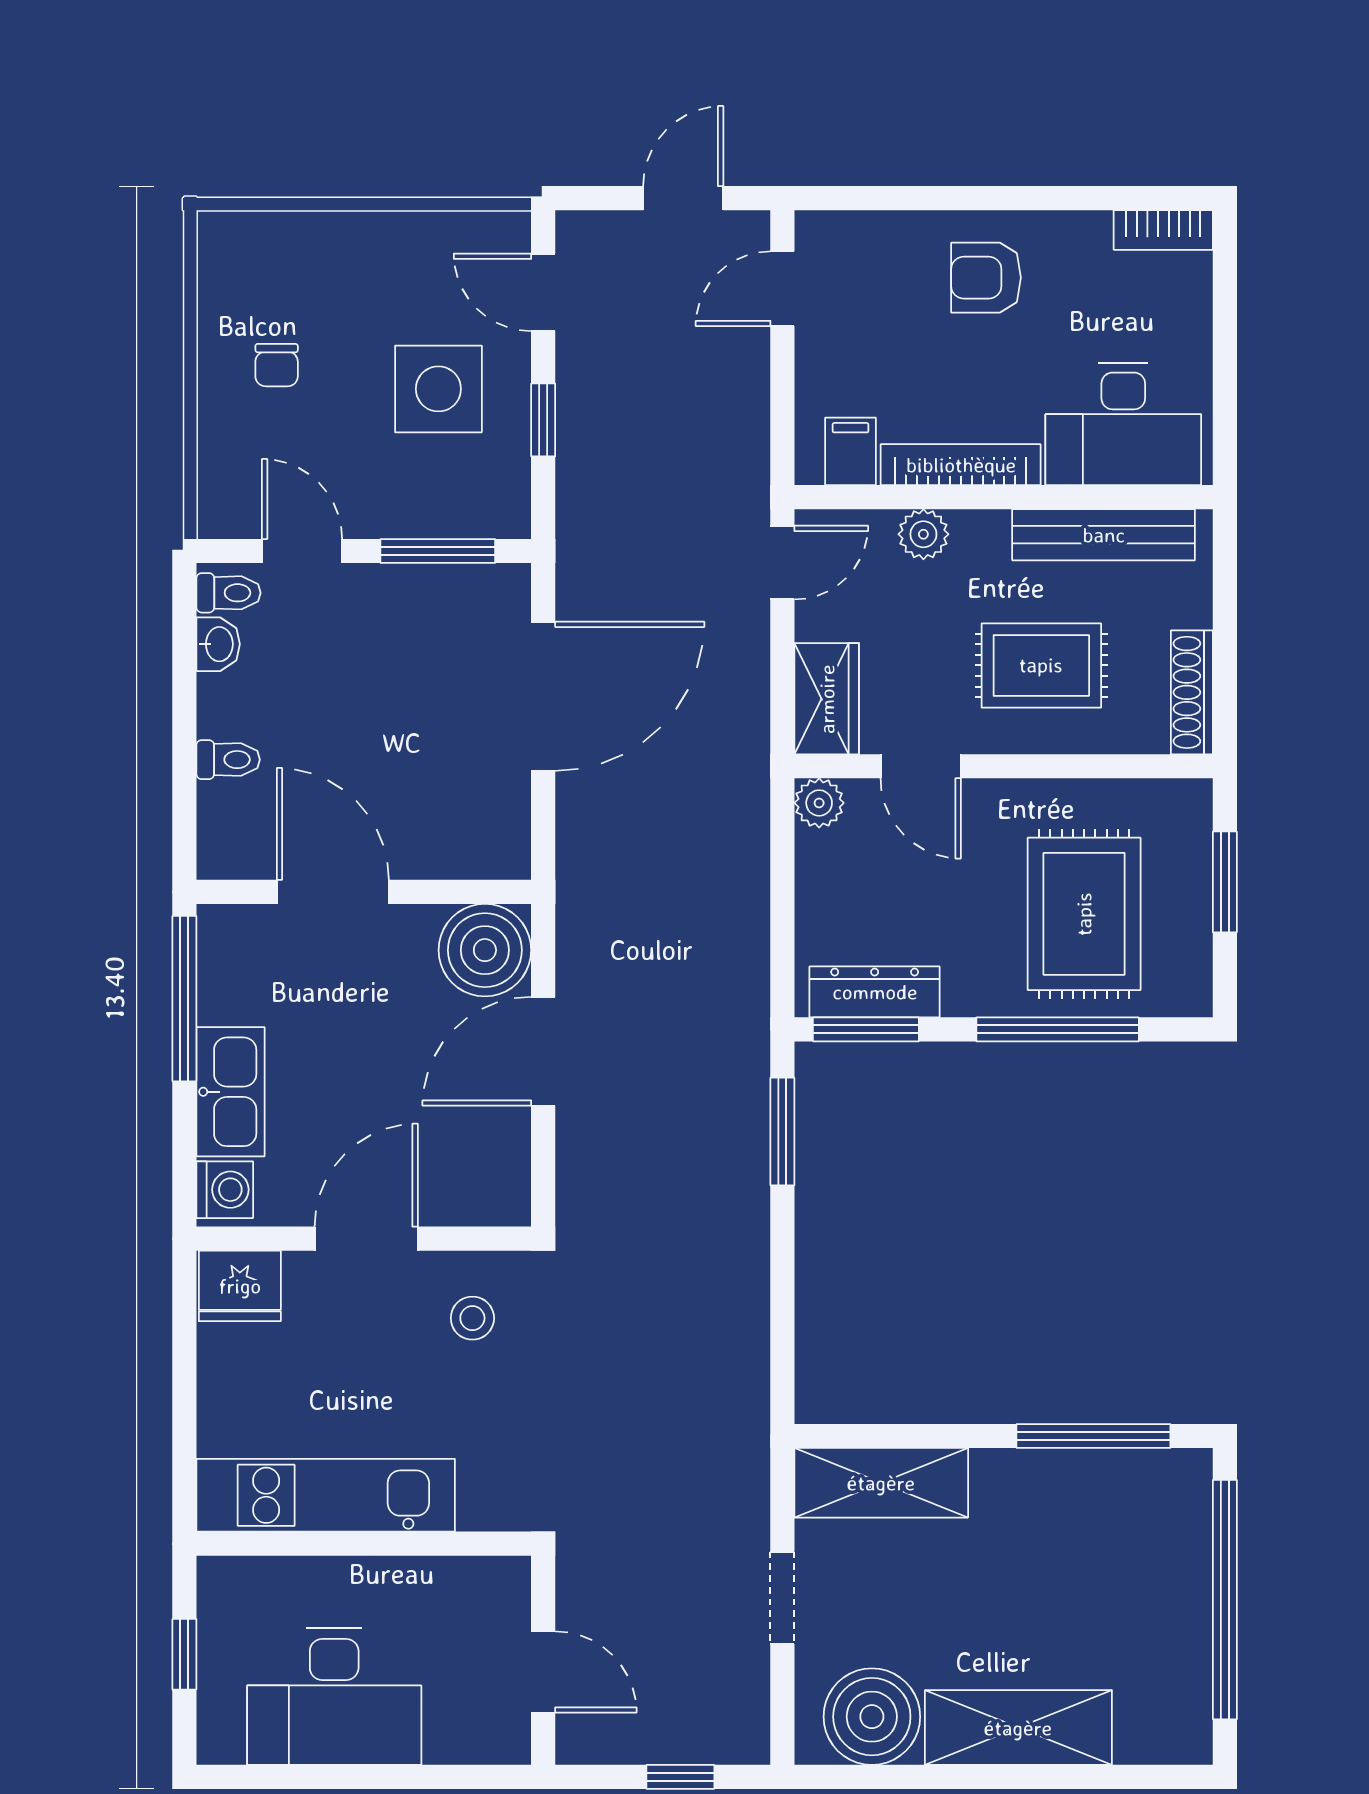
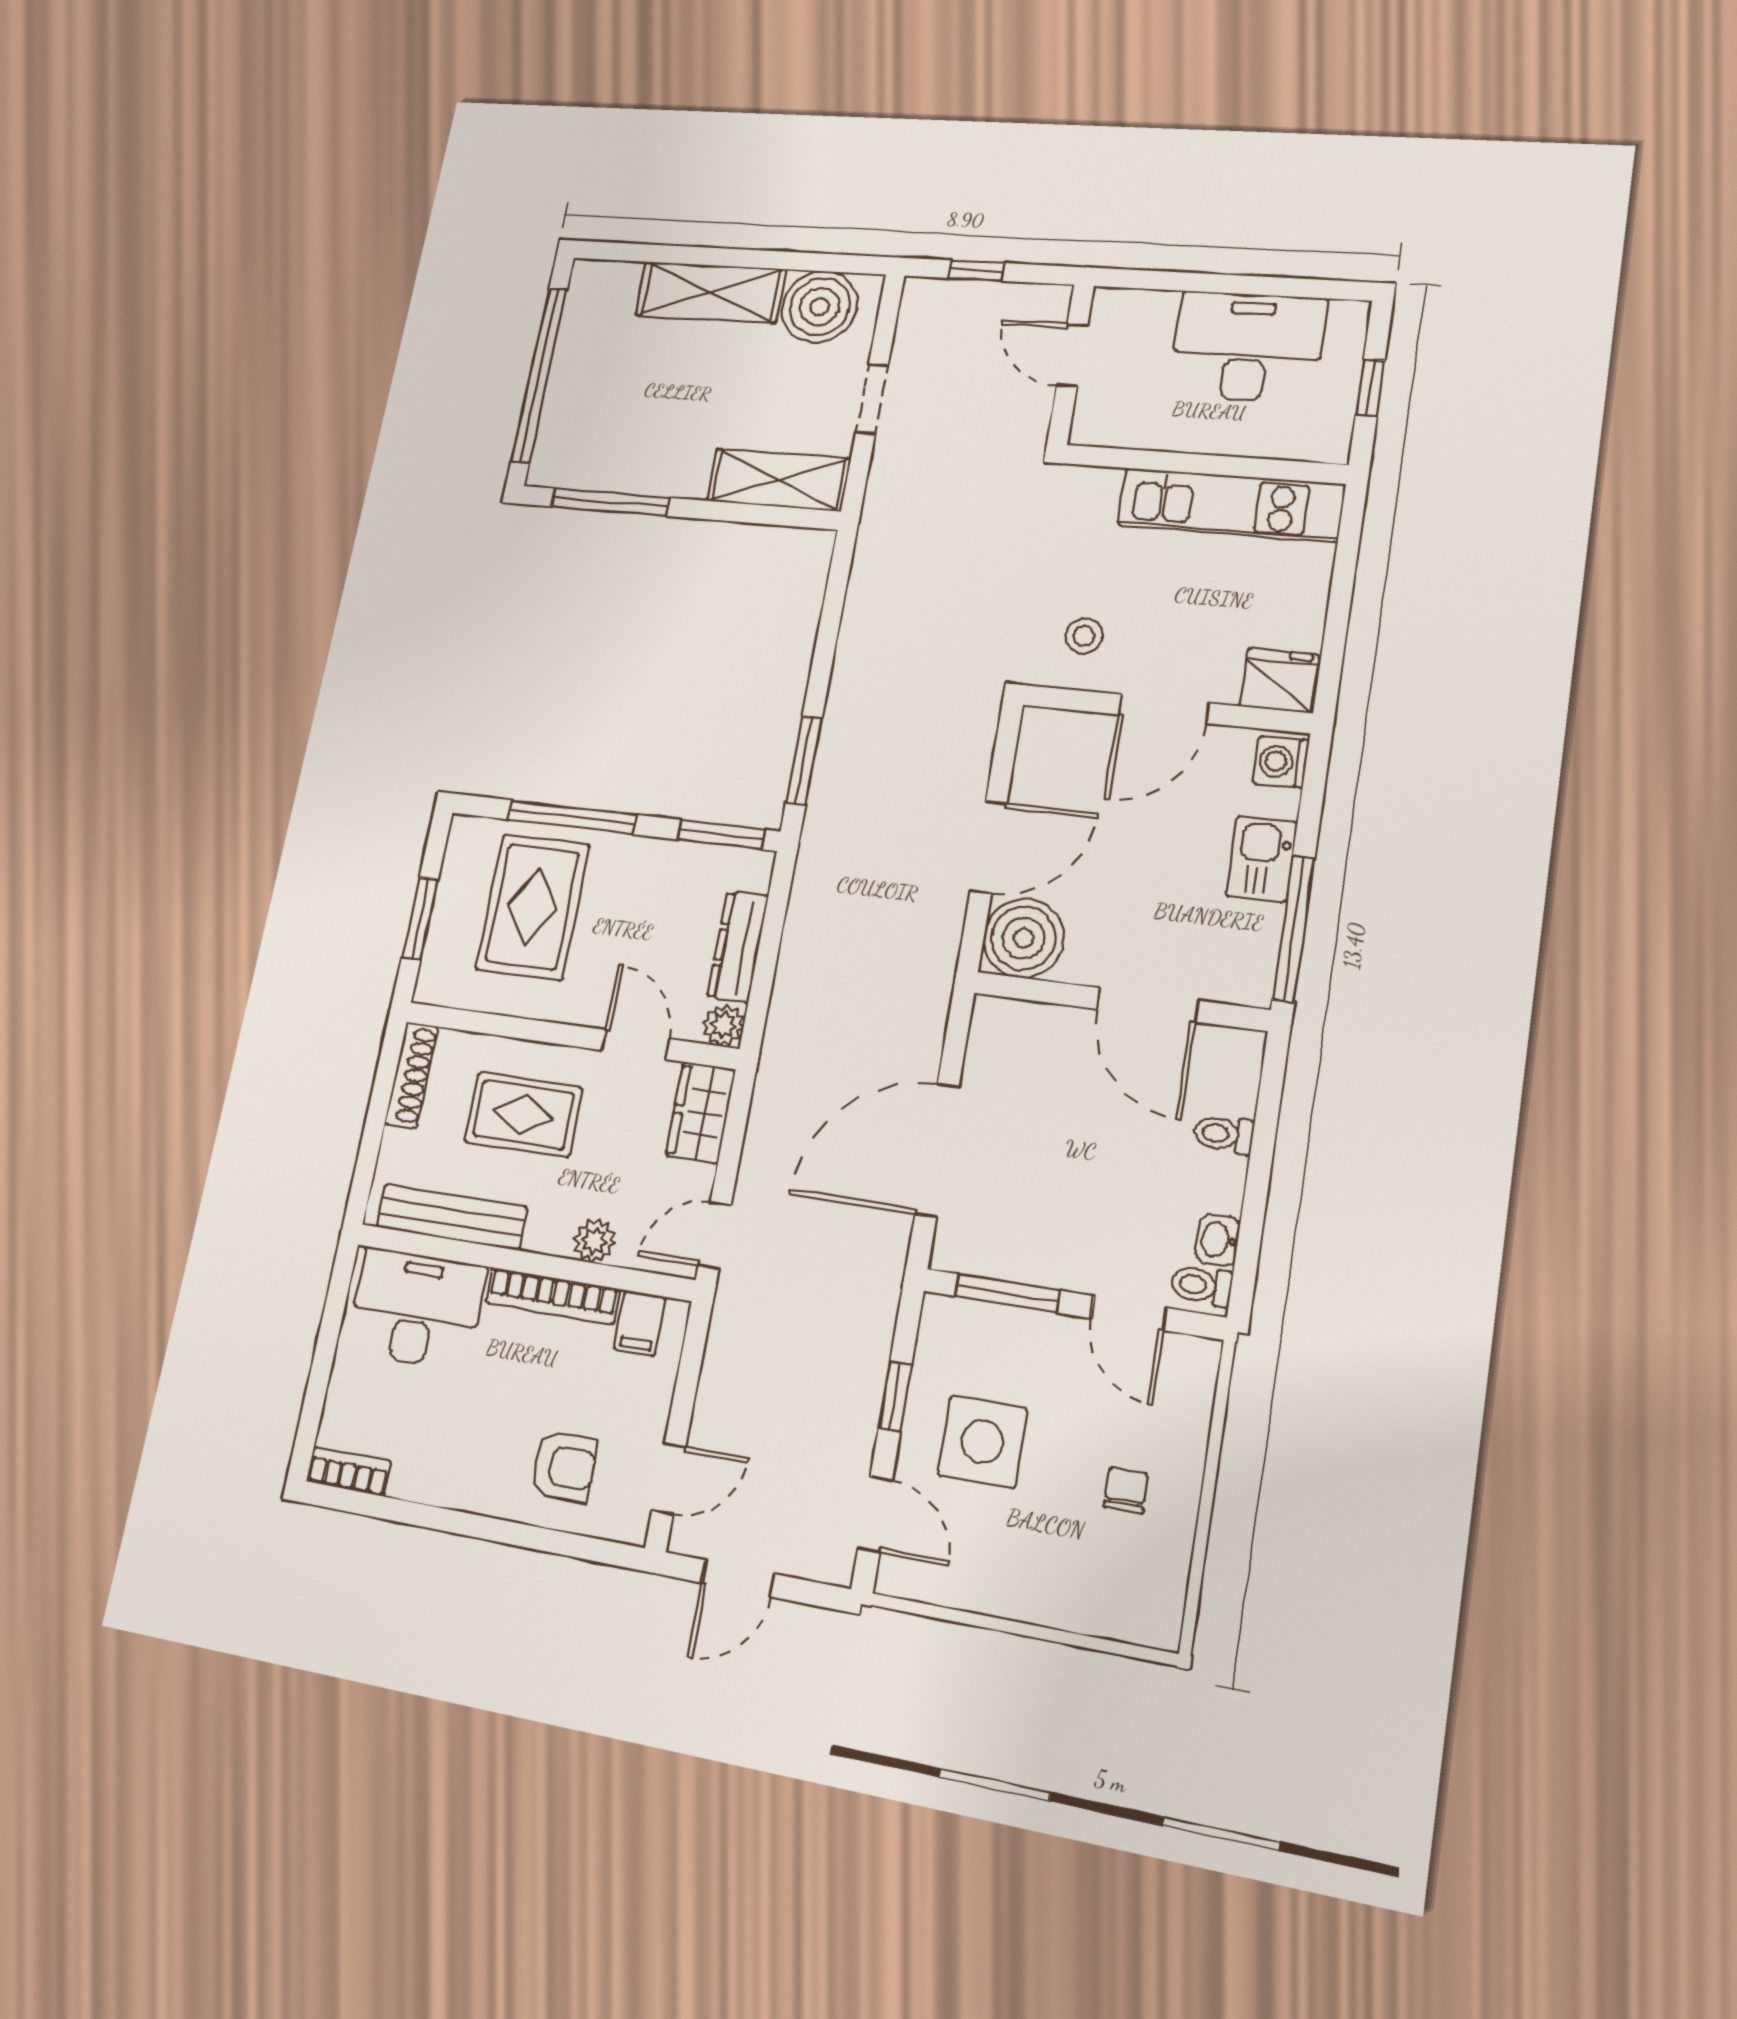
armchair: (986, 278) -> (564, 1467), moved
dresser: (875, 992) -> (738, 947), moved, turned 90
kitchen sink: (230, 1092) -> (1262, 859), width x0.73

